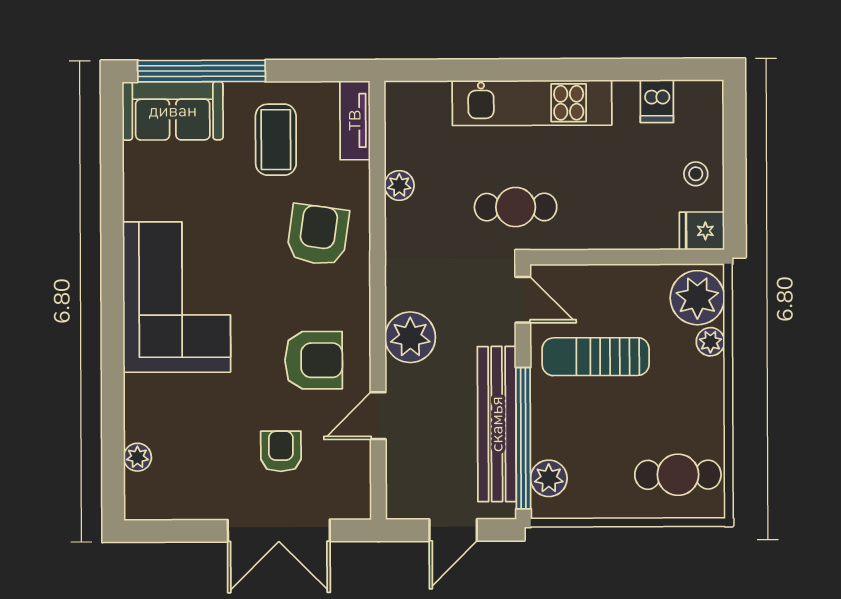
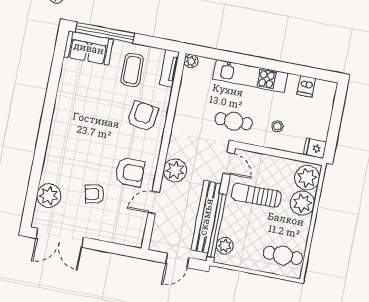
stool: (696, 174) -> (277, 126), moved
plant: (399, 185) -> (191, 61), moved
corner sofa: (177, 297) -> (74, 132), removed
plant: (710, 342) -> (302, 203), width x1.88, depth x1.88
armchair: (281, 451) -> (94, 194), moved, turned -102
plant: (137, 457) -> (49, 196), width x1.88, depth x1.88
double door: (279, 531) -> (60, 238), moved

